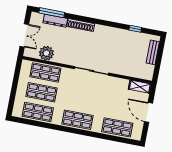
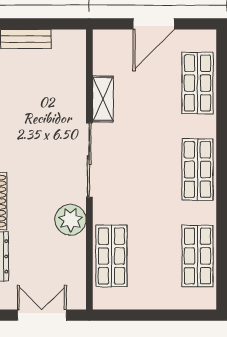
plant: (46, 53) -> (70, 220), moved
shelving: (140, 87) -> (103, 99), moved
shop shelf: (42, 92) -> (154, 256), removed

